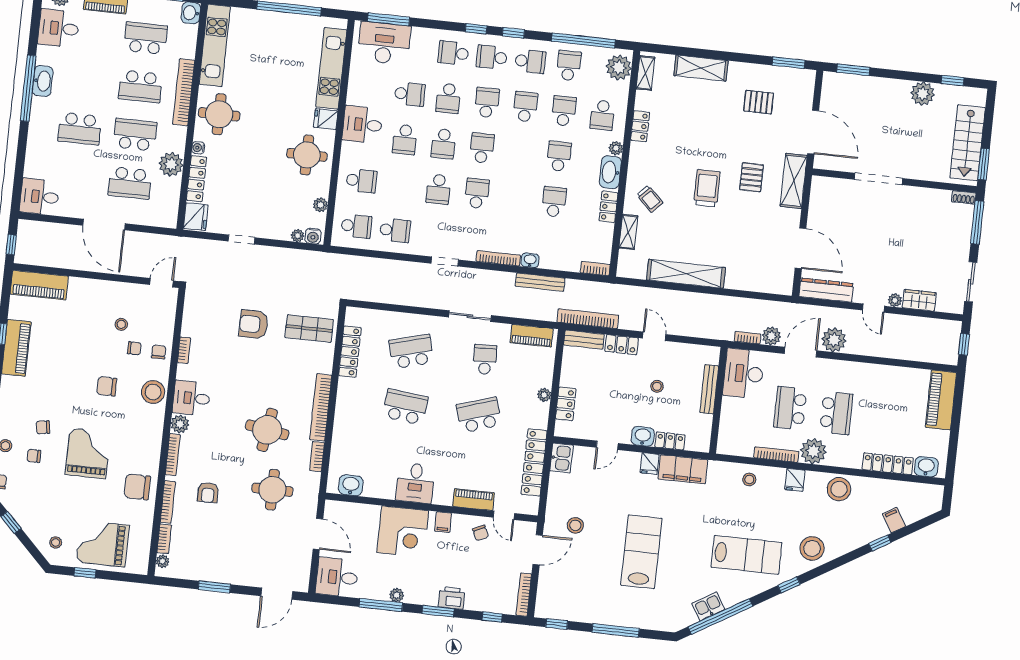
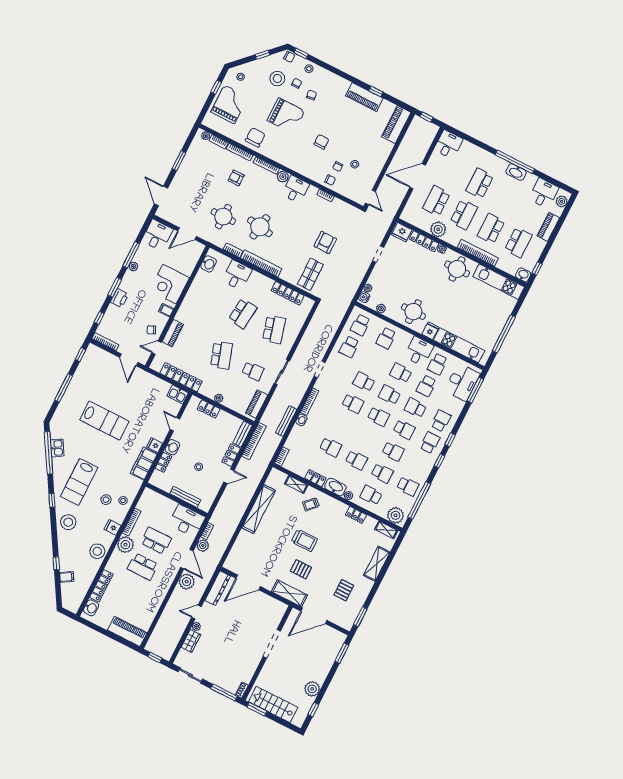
school desk: (530, 61) -> (437, 364), moved
stool: (153, 392) -> (277, 79), moved
desk: (415, 483) -> (237, 275), moved, turned 90
stool: (575, 525) -> (106, 500), moved

